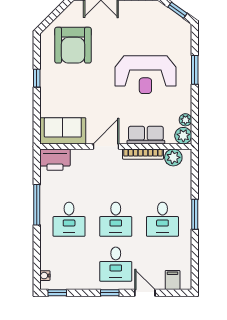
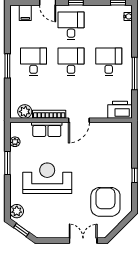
window: (195, 70) -> (7, 163), moved
sofa: (63, 131) -> (114, 133), removed
plant: (183, 136) -> (17, 211), moved

